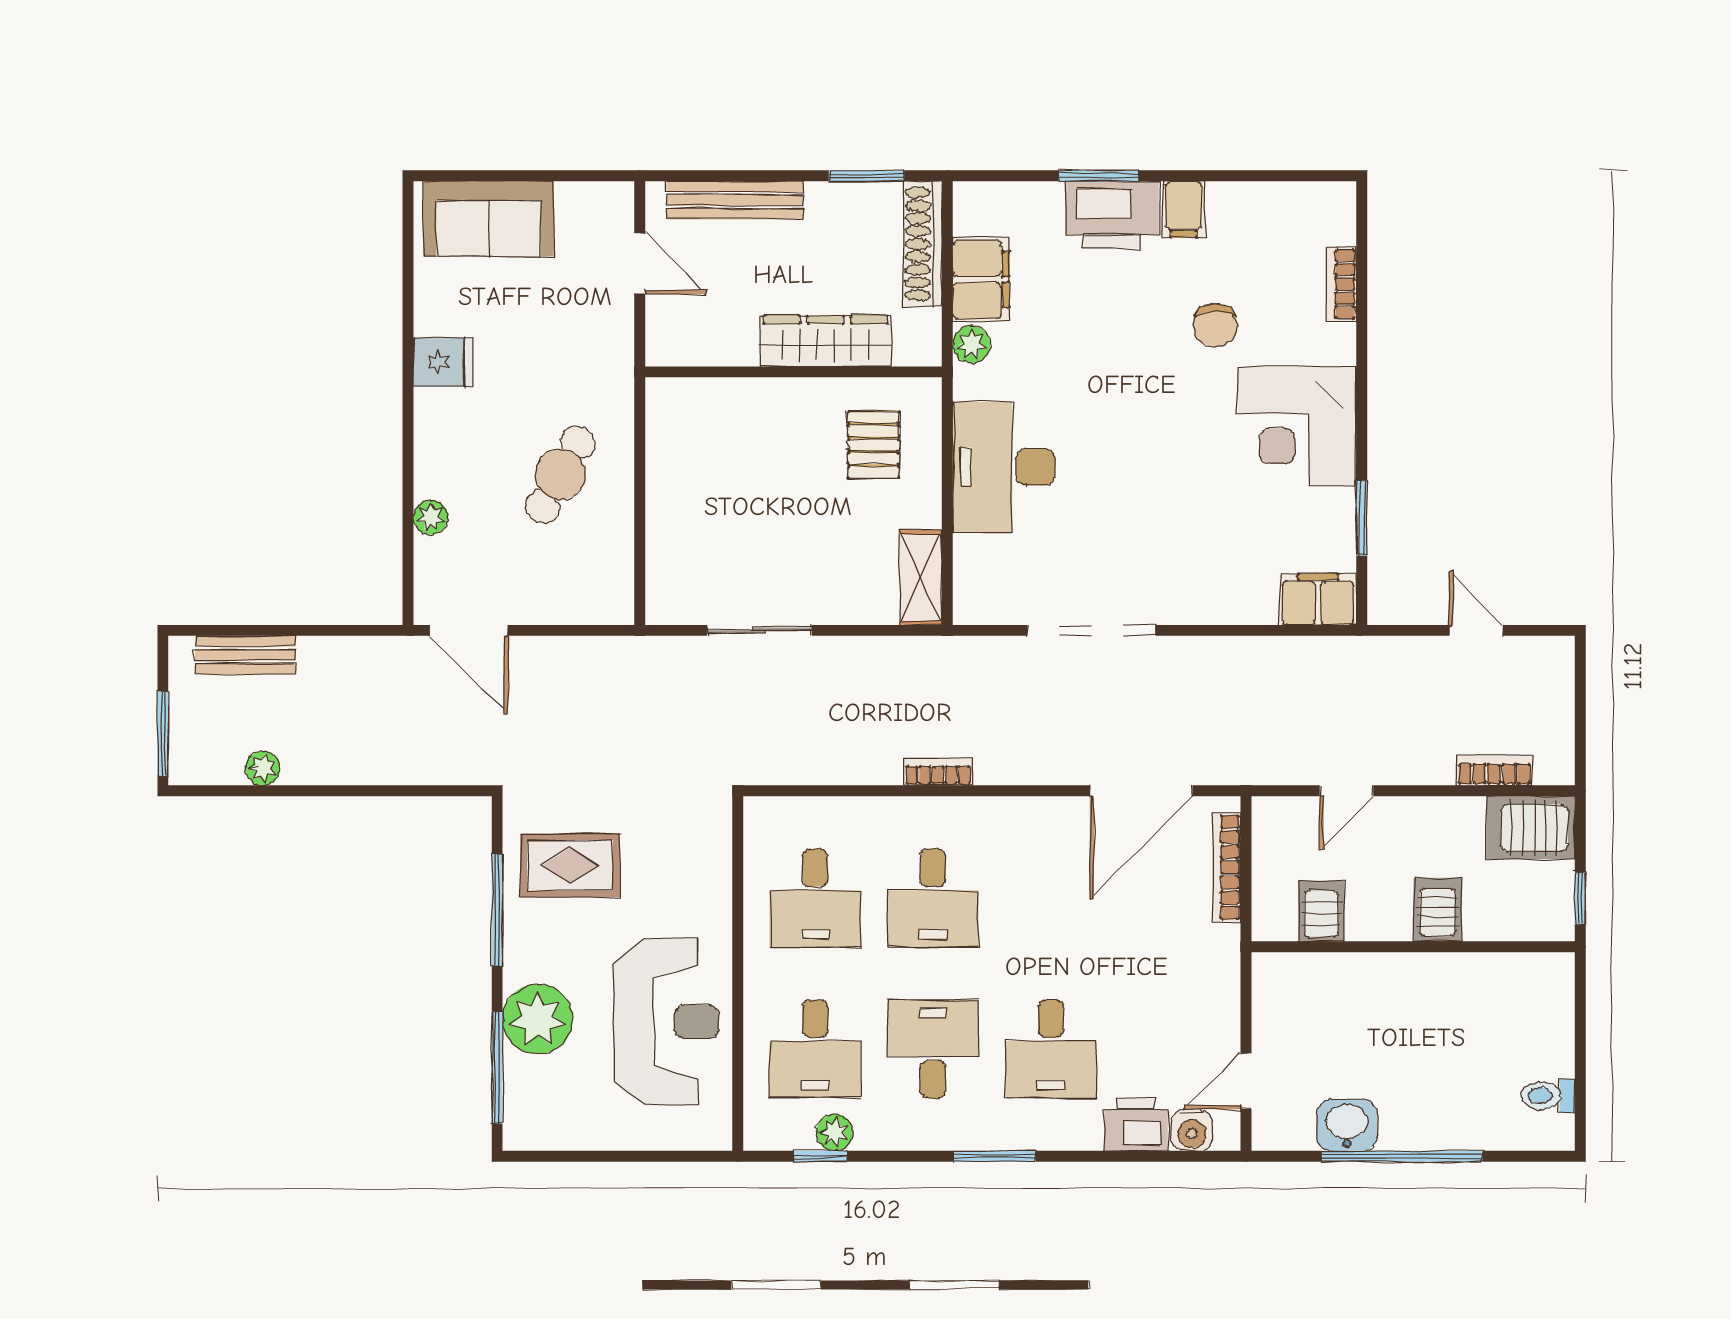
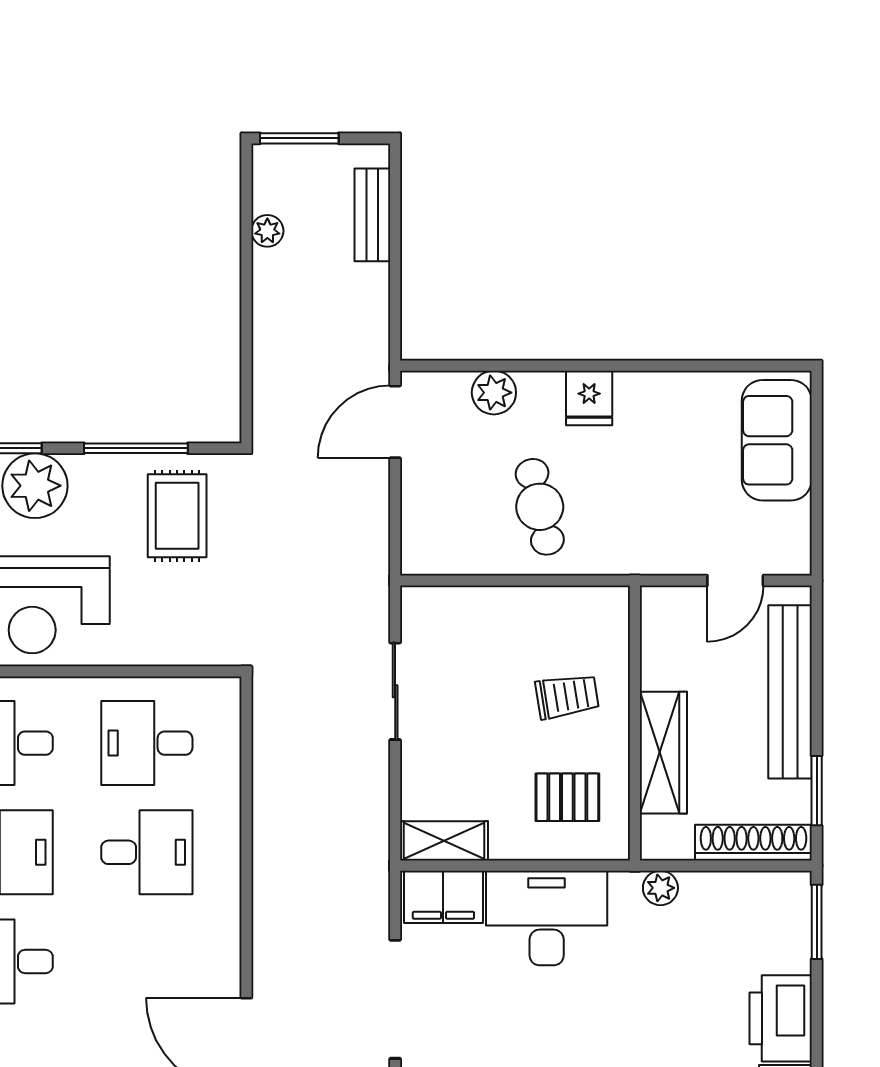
window: (1098, 176) -> (817, 922), moved
bench: (735, 200) -> (790, 692), width x1.37, depth x1.21
filing cabinet: (981, 279) -> (443, 897), moved
fridge: (443, 362) -> (589, 398), moved
trolley: (765, 445) -> (567, 696), added
cafe table: (560, 474) -> (540, 507), turned 48
plant: (431, 517) -> (494, 393), width x1.38, depth x1.38
bookcase: (938, 772) -> (264, 857), removed
desk: (933, 898) -> (147, 852), turned 180

